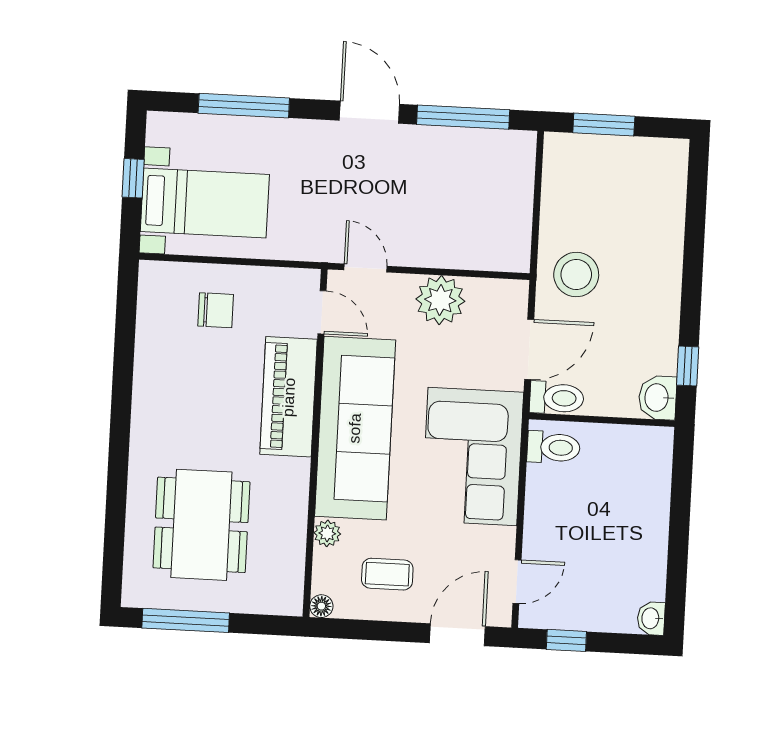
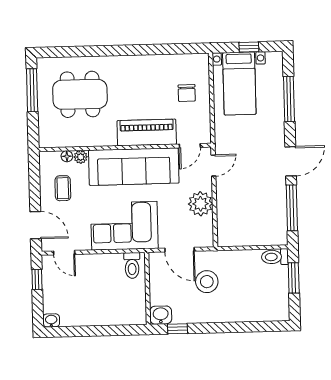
stool: (576, 275) -> (207, 282), moved
toilet: (557, 398) -> (275, 257), moved, turned 90
floor lamp: (321, 606) -> (67, 156), moved

